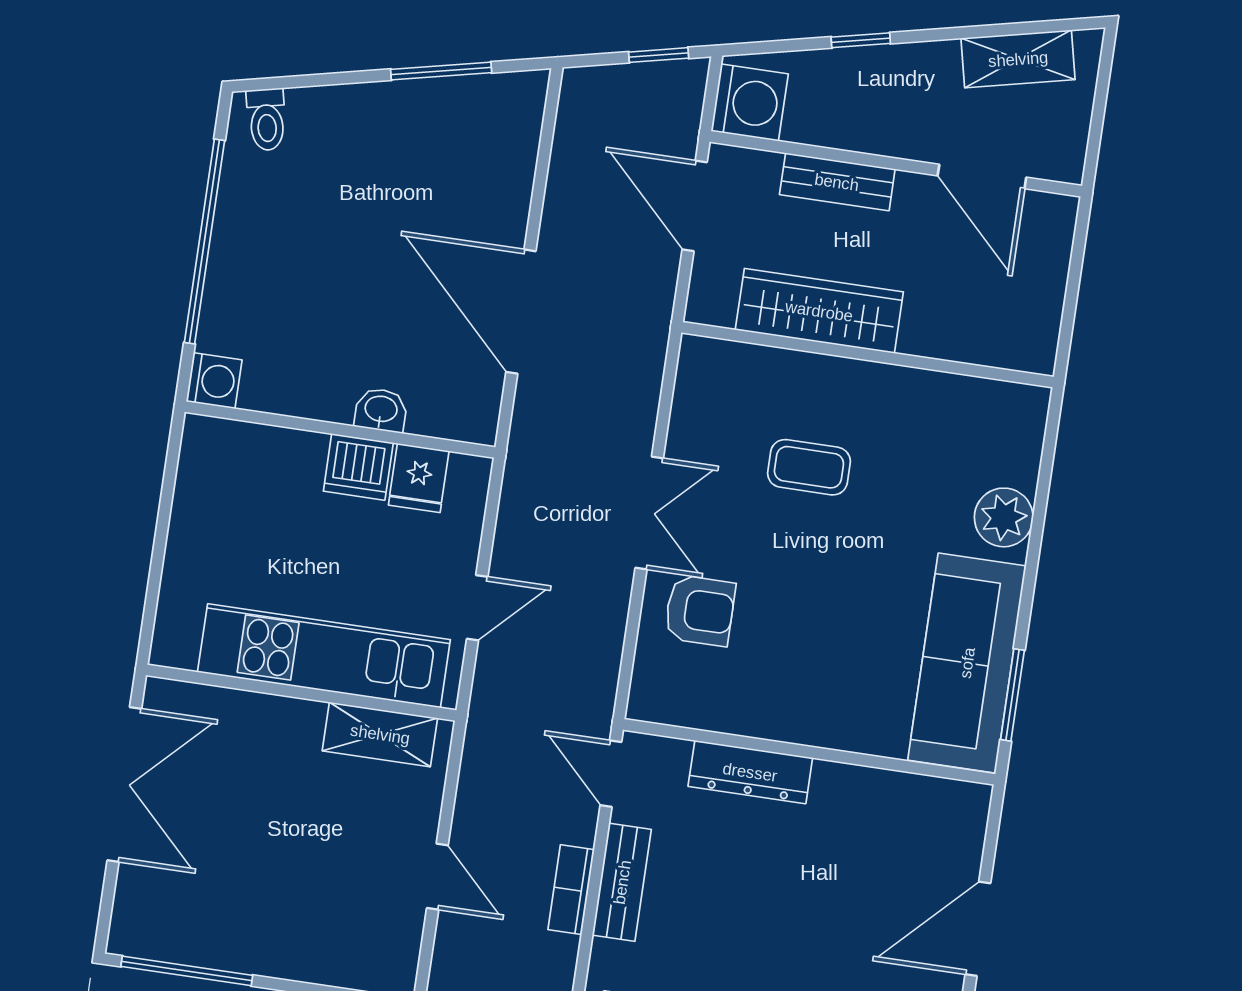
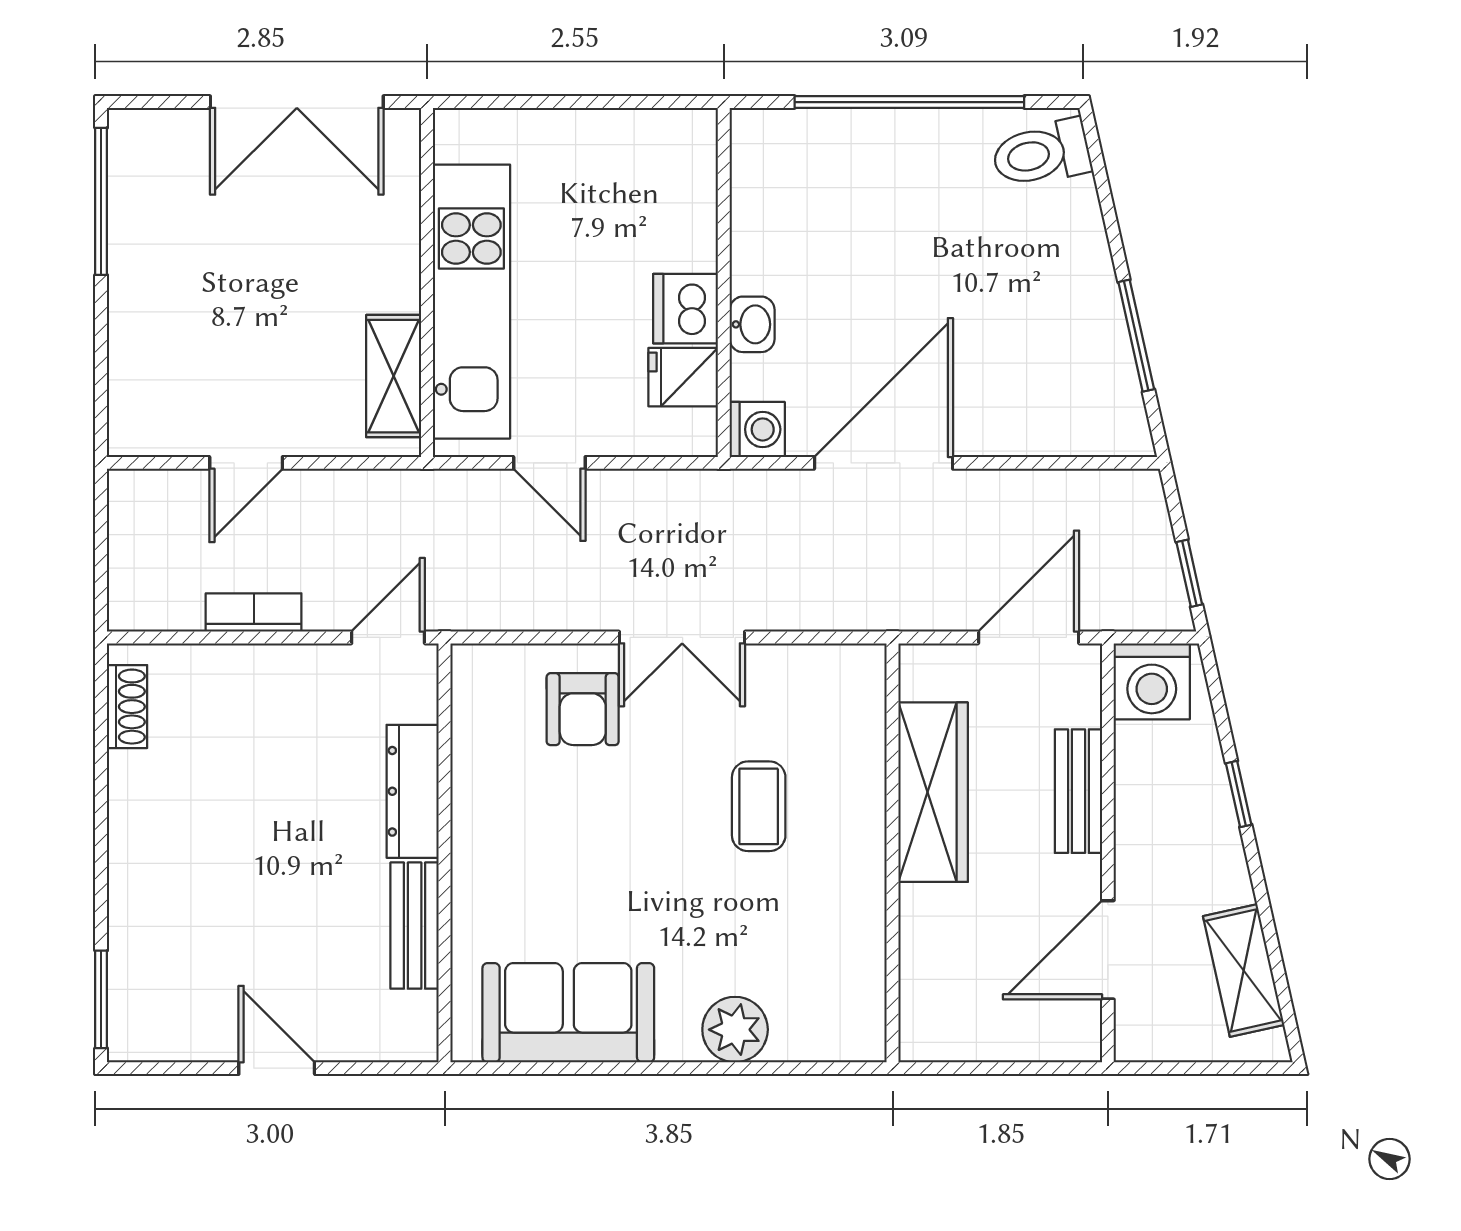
toilet: (267, 120) -> (1041, 154), width x1.37, depth x1.39
washing machine: (214, 381) -> (757, 429), moved, turned -90
sofa: (967, 663) -> (568, 1013), width x0.73
window: (1012, 695) -> (540, 1068), removed
bench: (622, 882) -> (415, 926), moved, turned 90
door: (978, 929) -> (277, 1068), width x0.73

